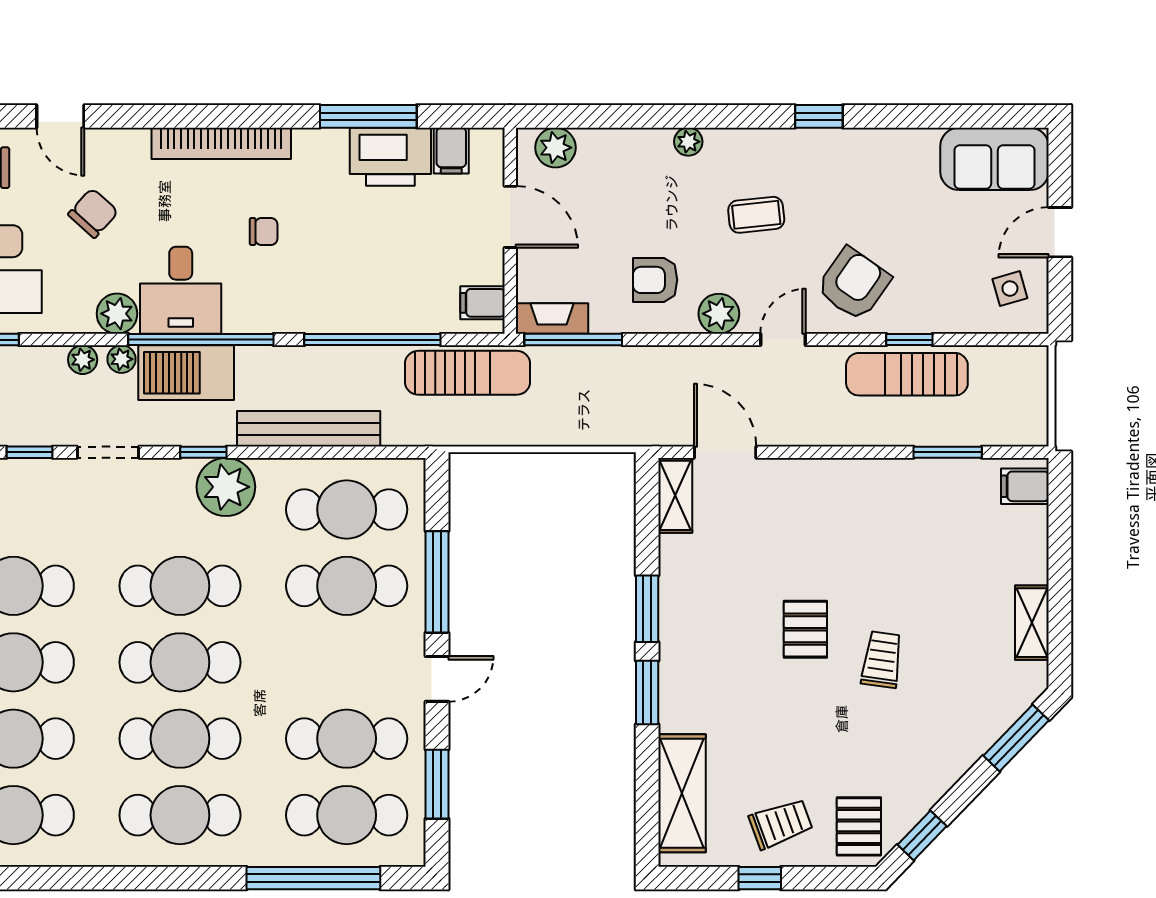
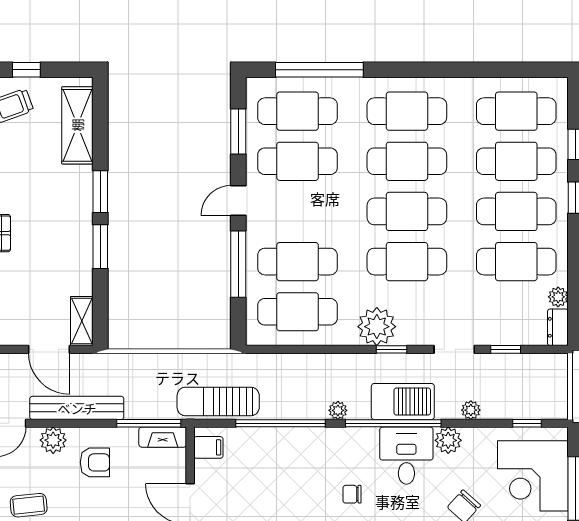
plant: (121, 359) -> (338, 410), moved
bench: (309, 429) -> (77, 408), moved

